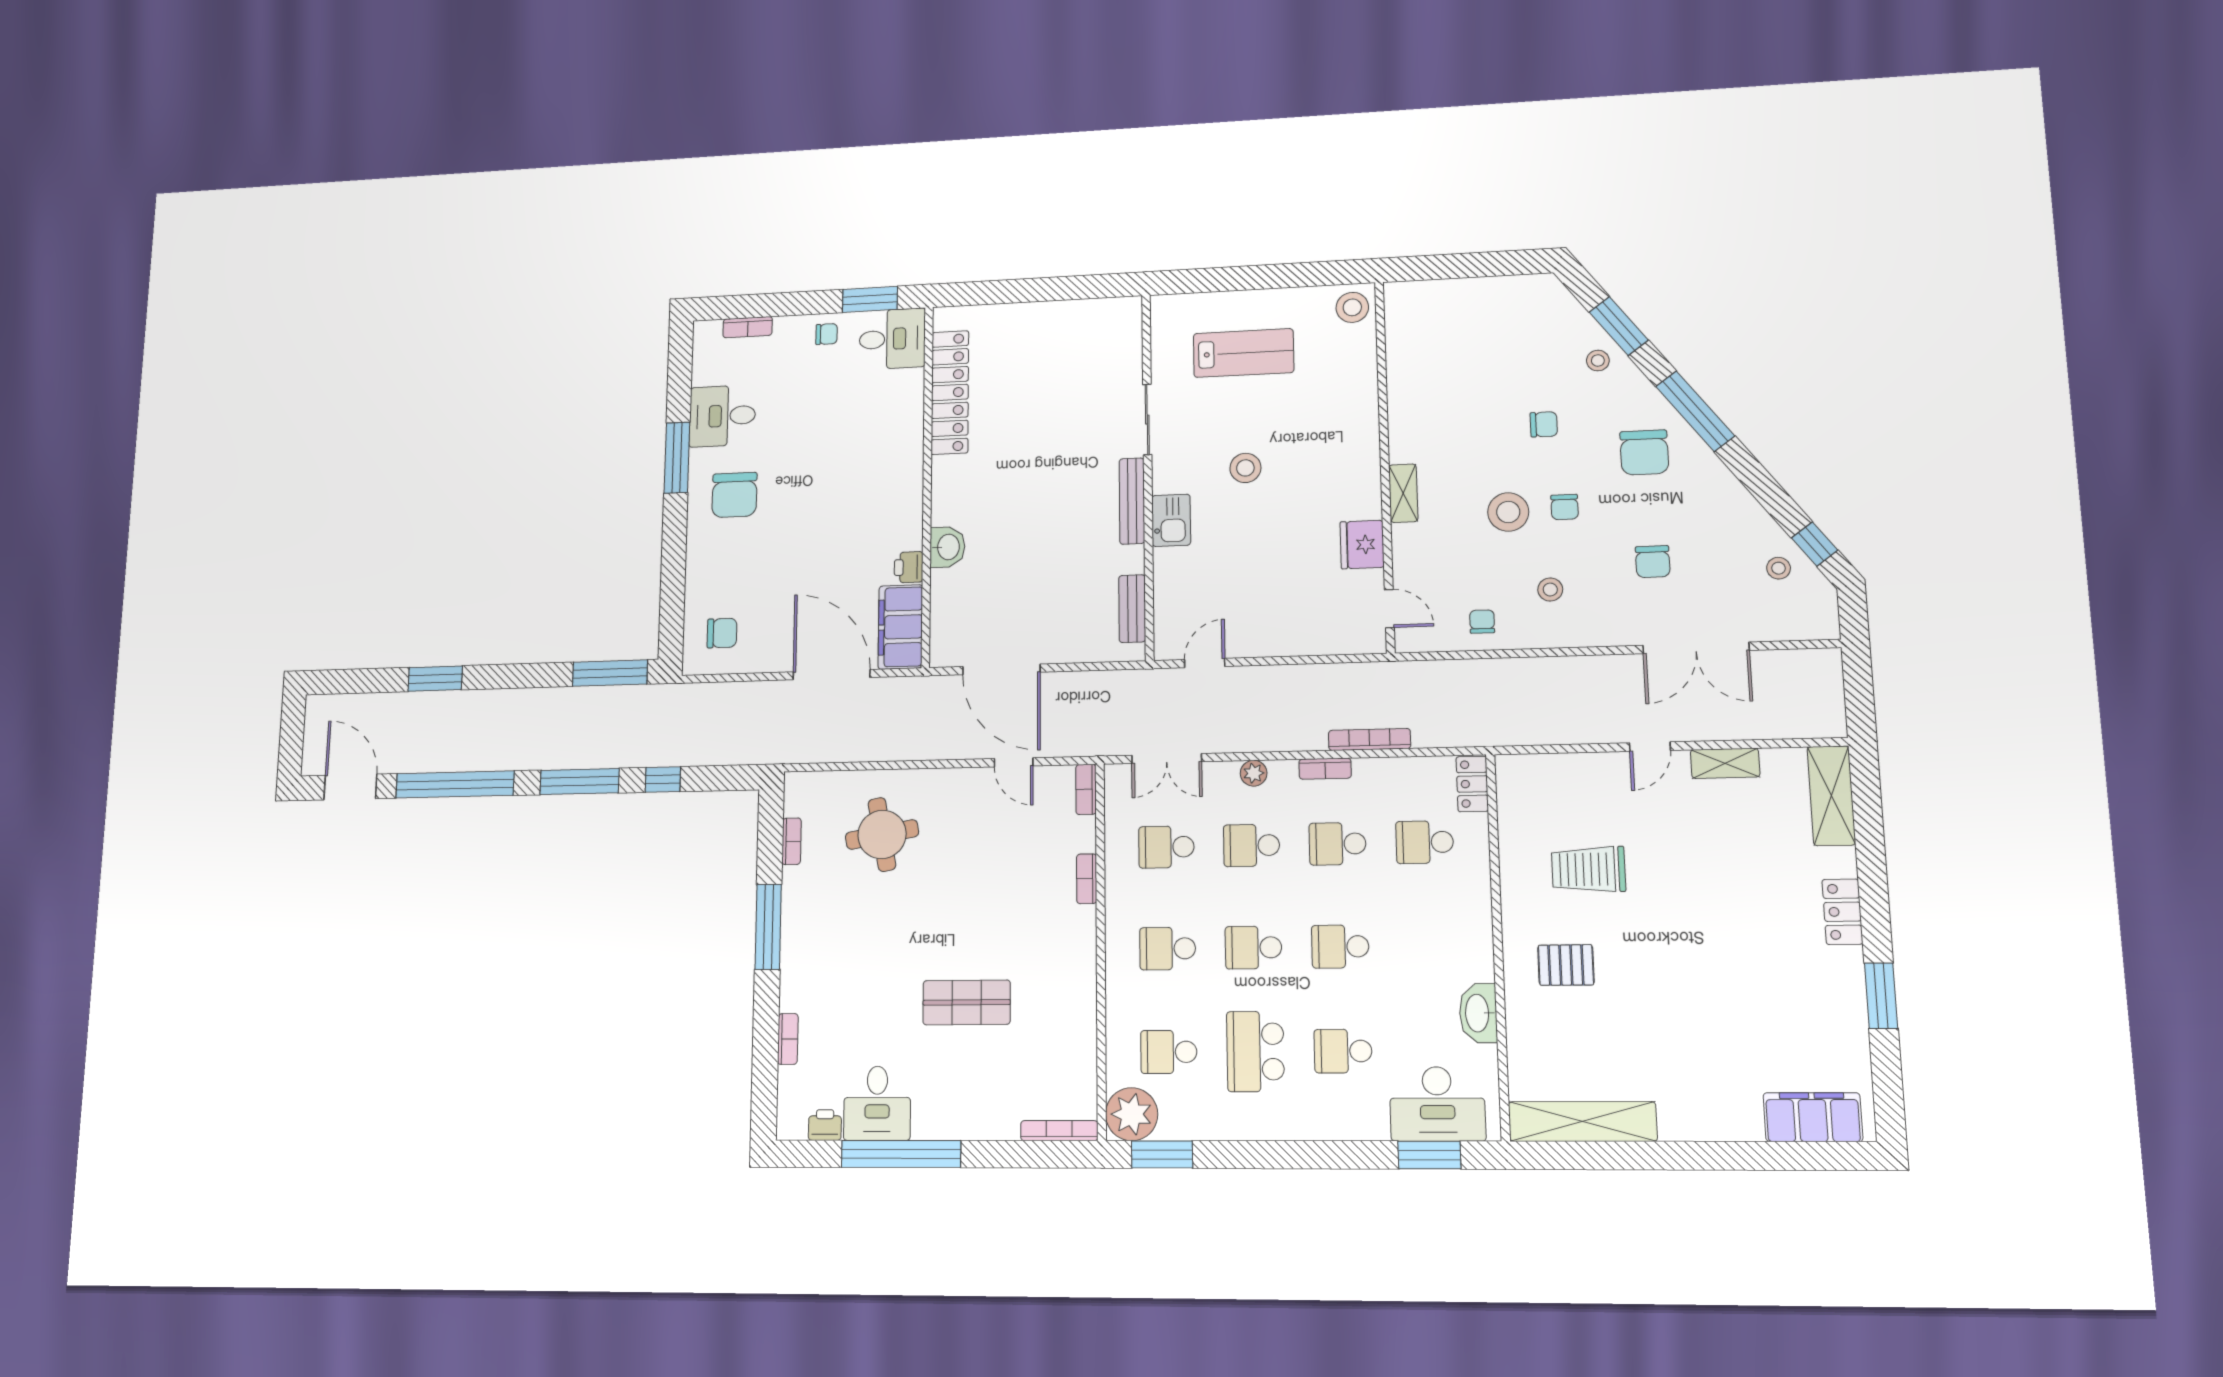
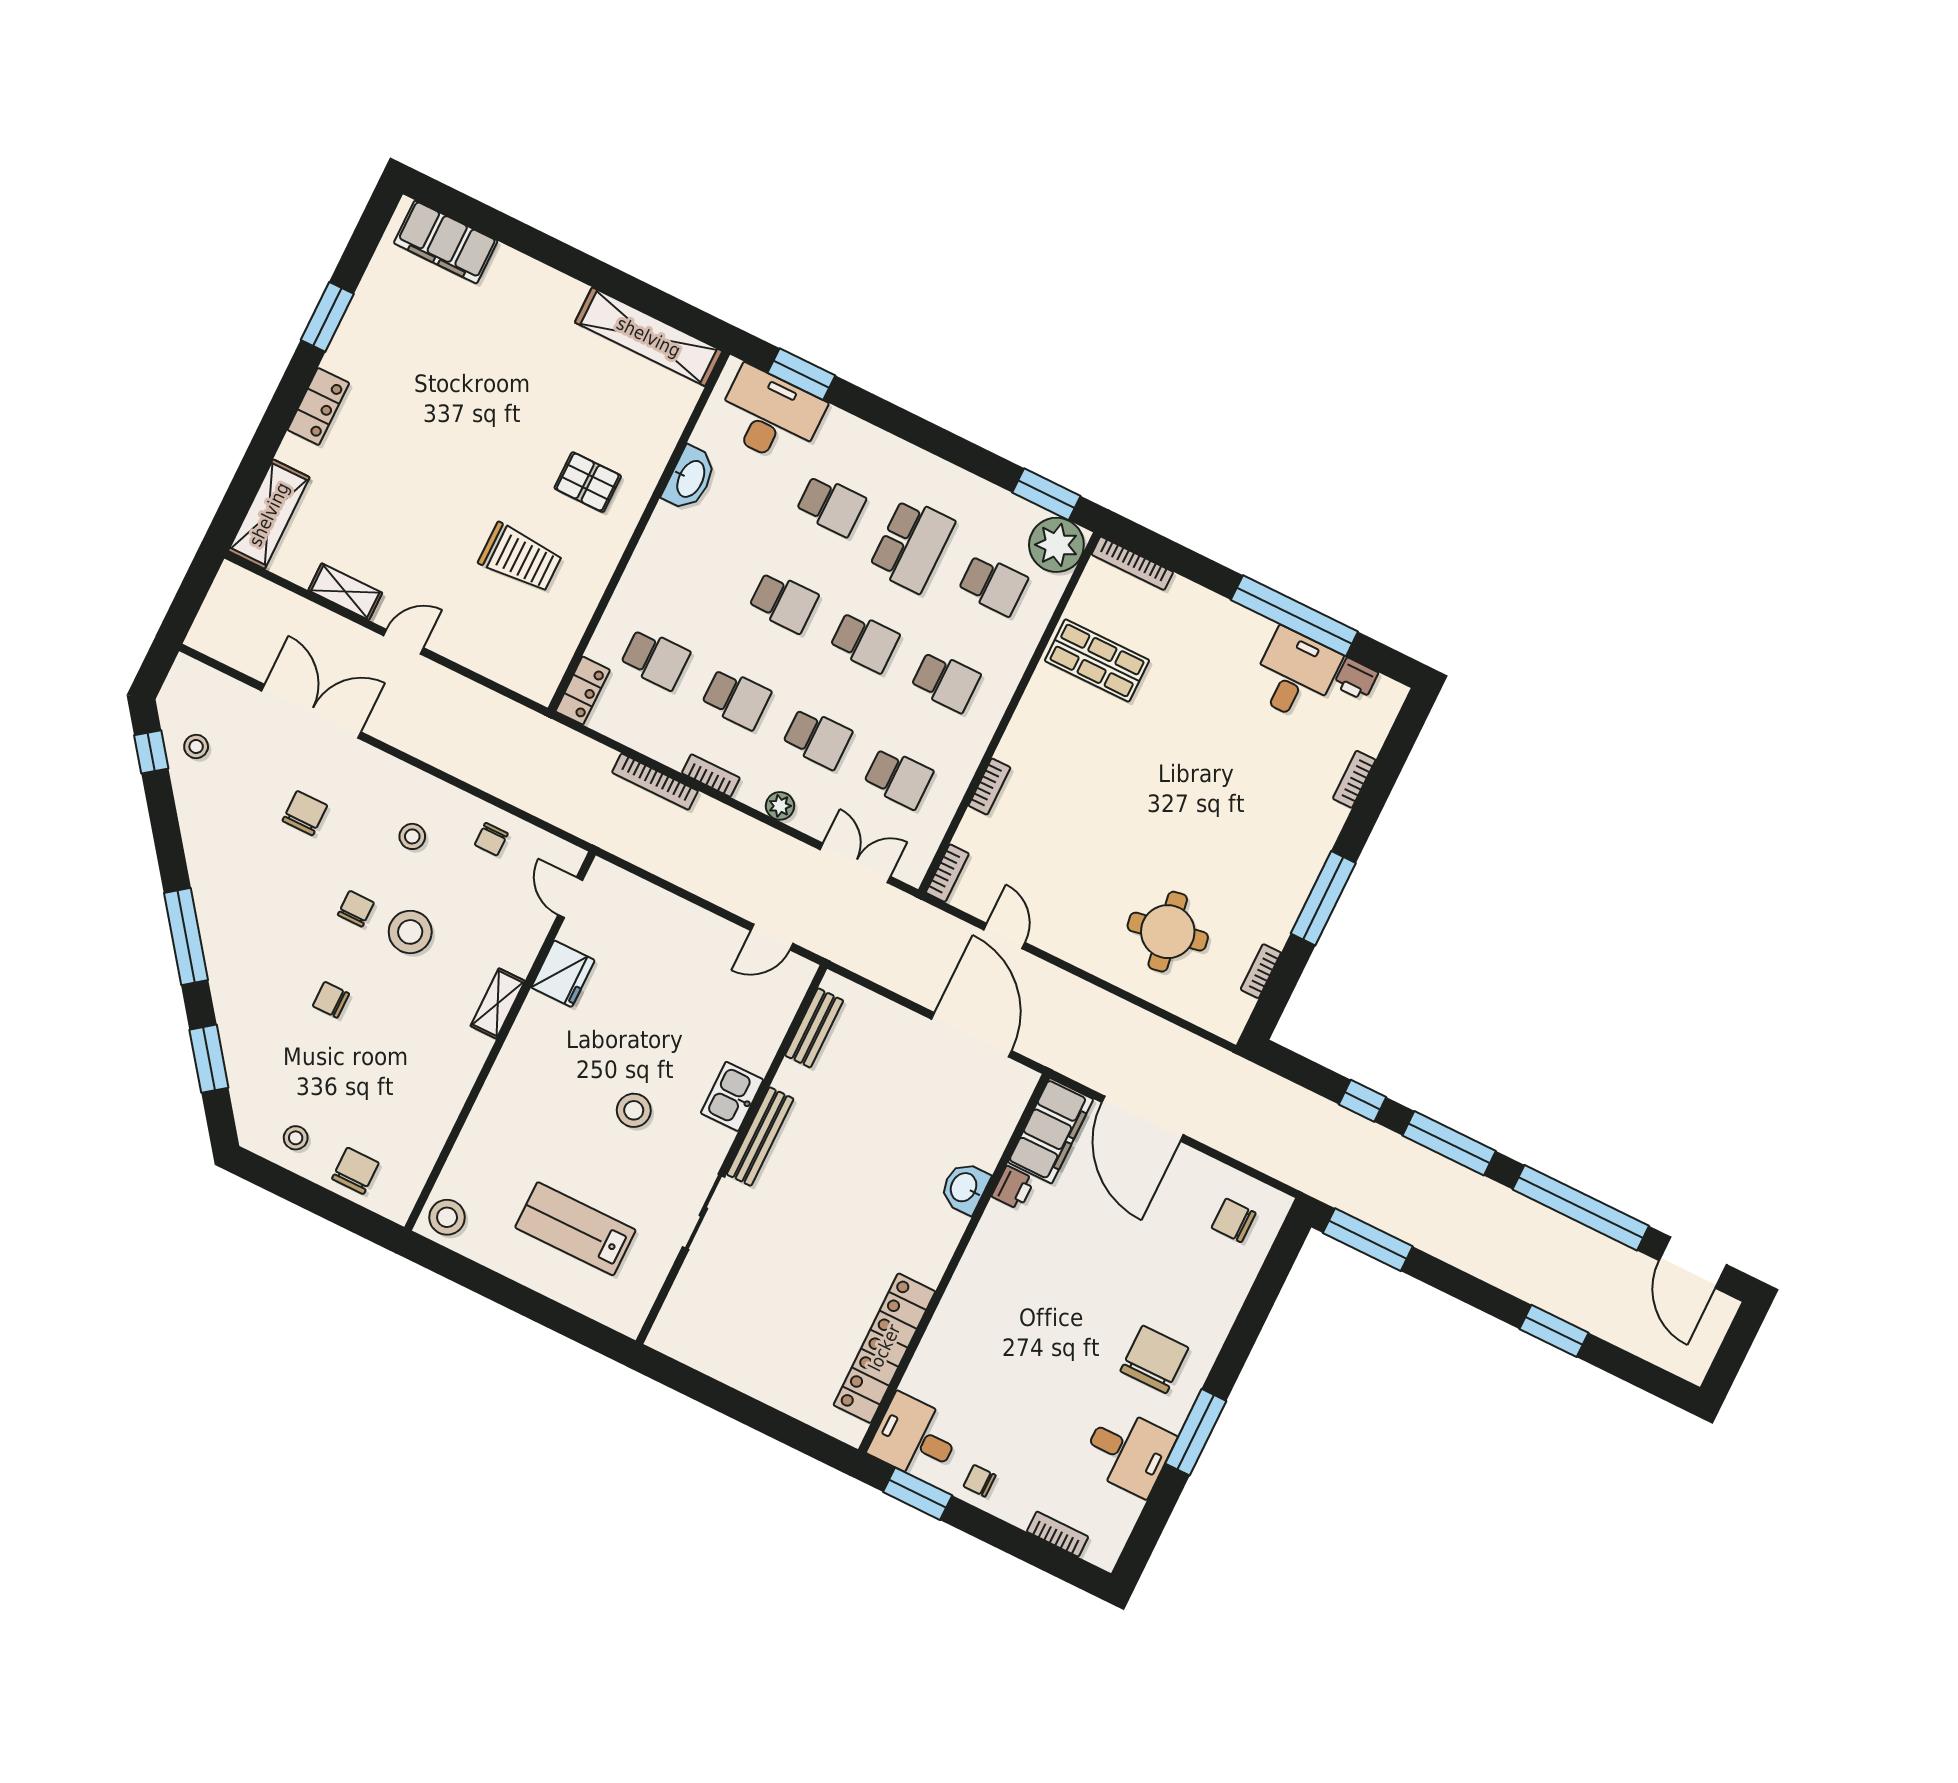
stool: (1598, 361) -> (296, 1138), moved
chair: (1644, 452) -> (355, 1171), moved, width x0.73, depth x0.73
shop shelf: (967, 1002) -> (1097, 660), moved

